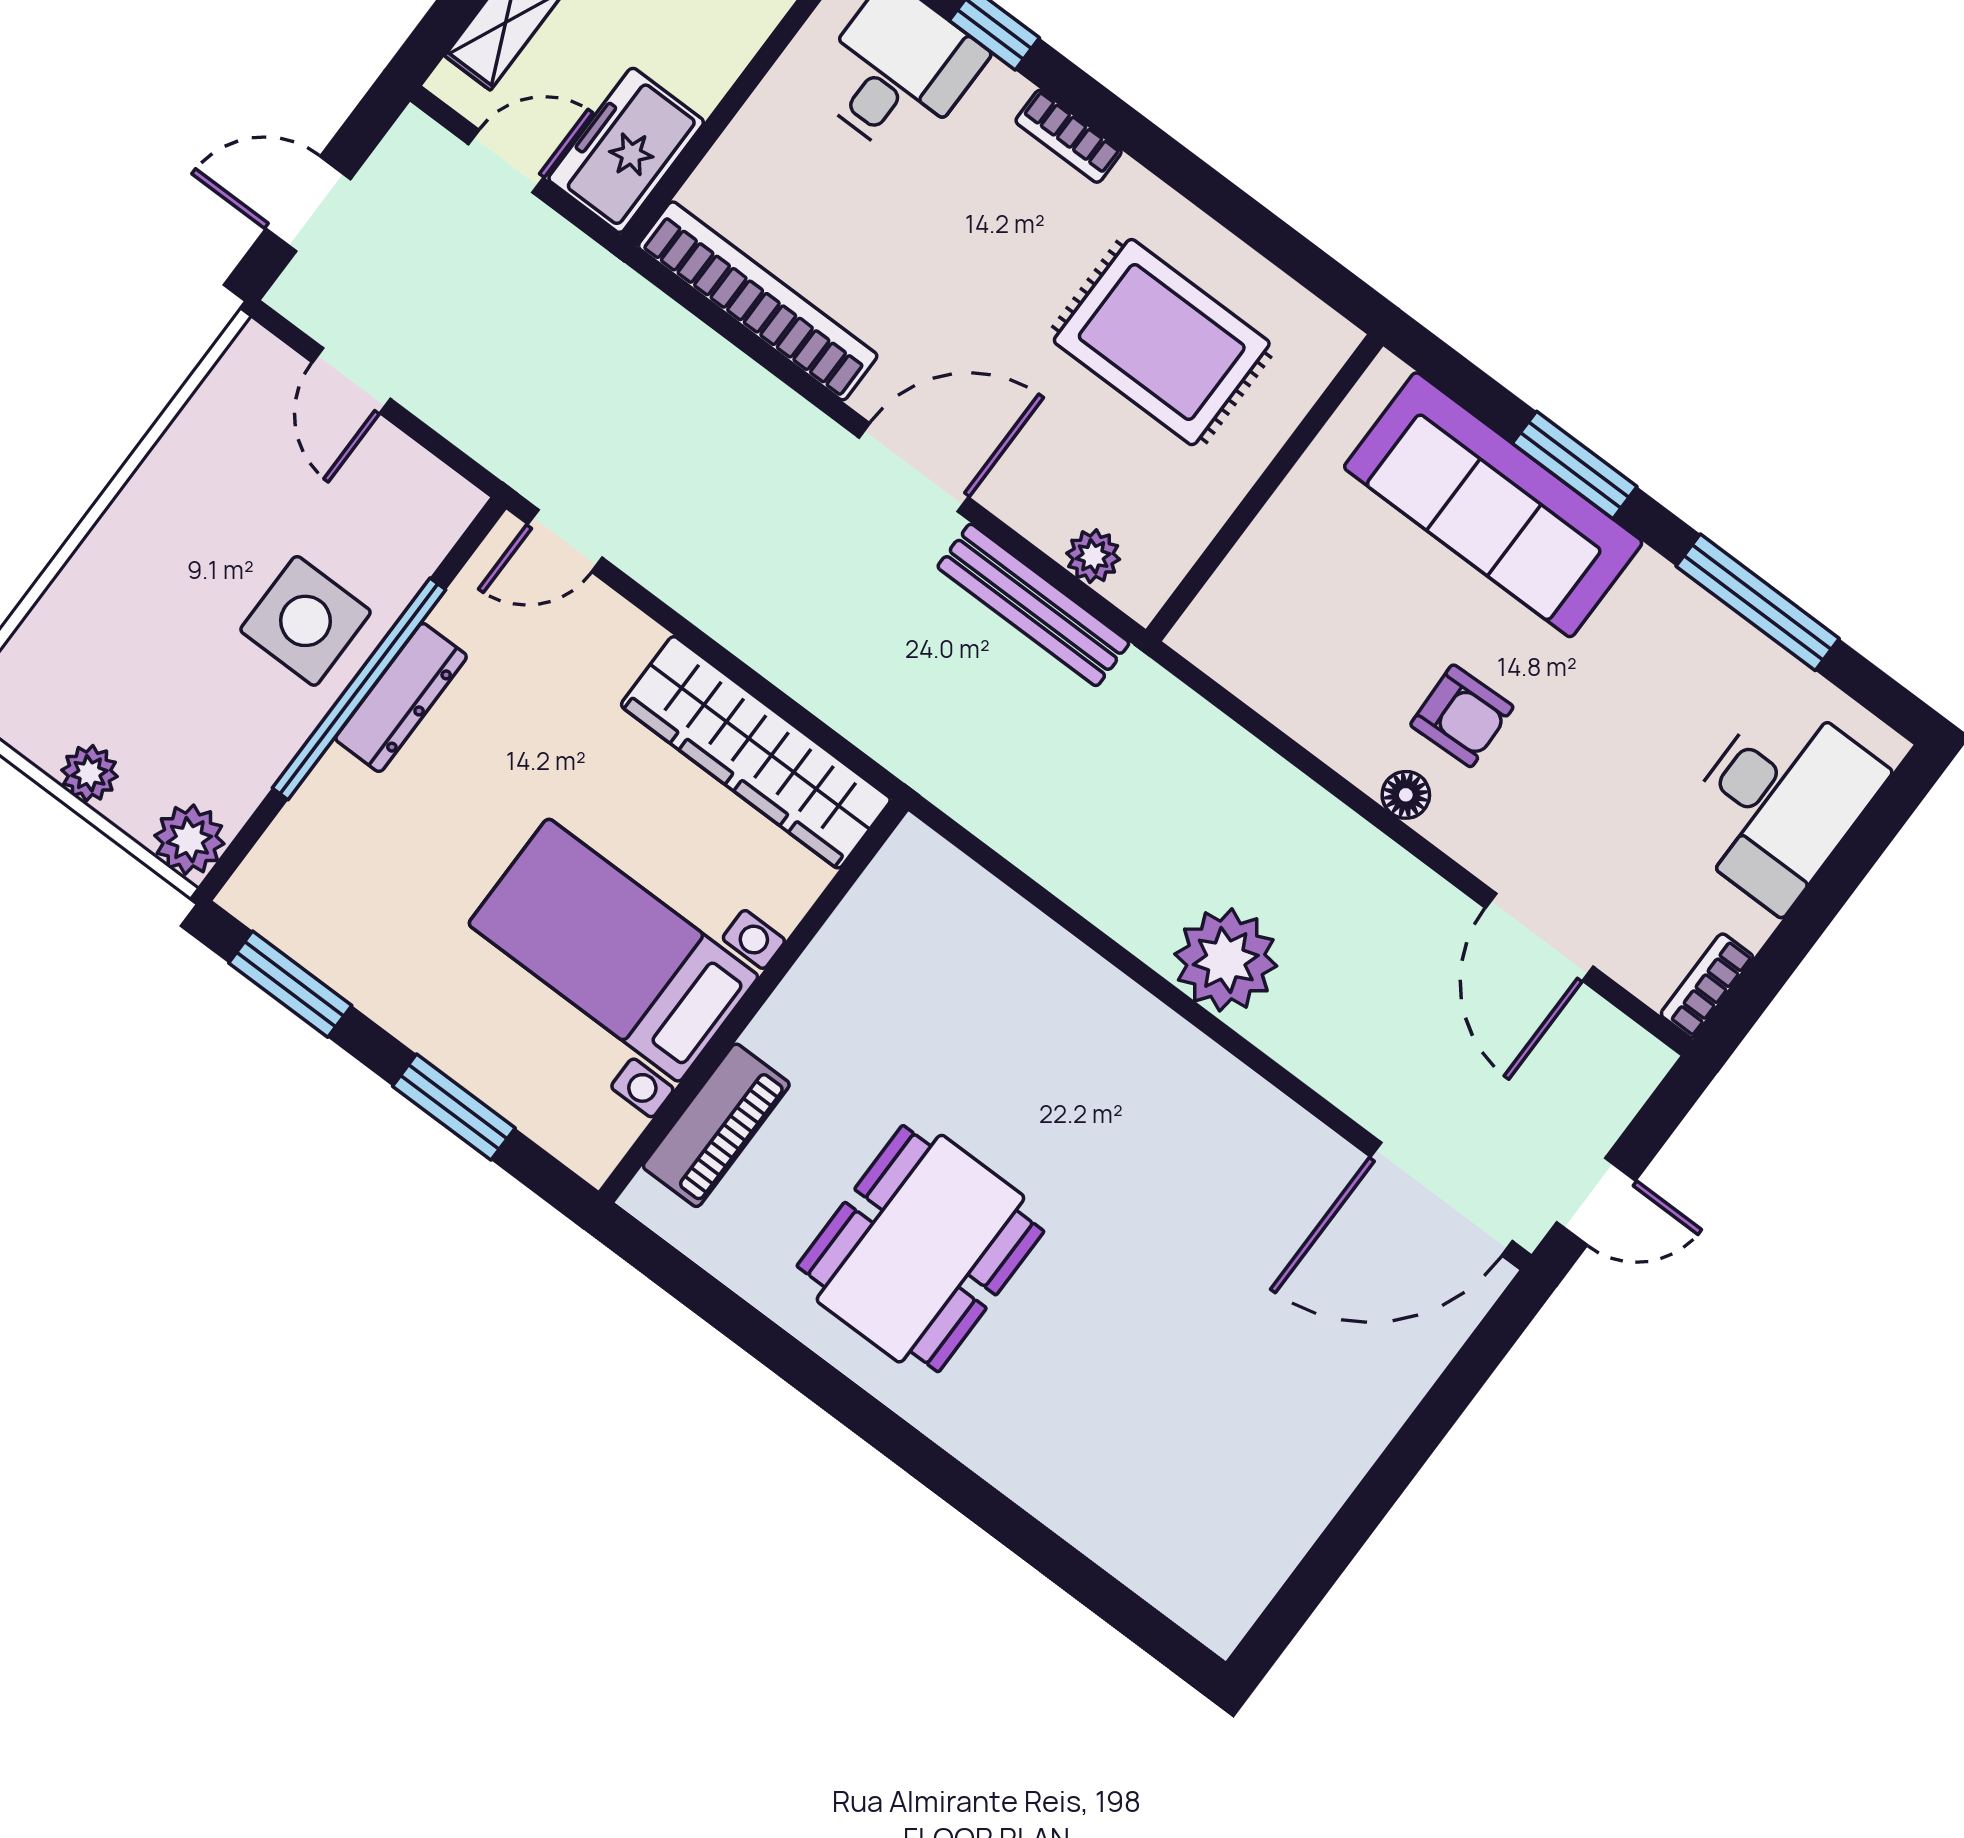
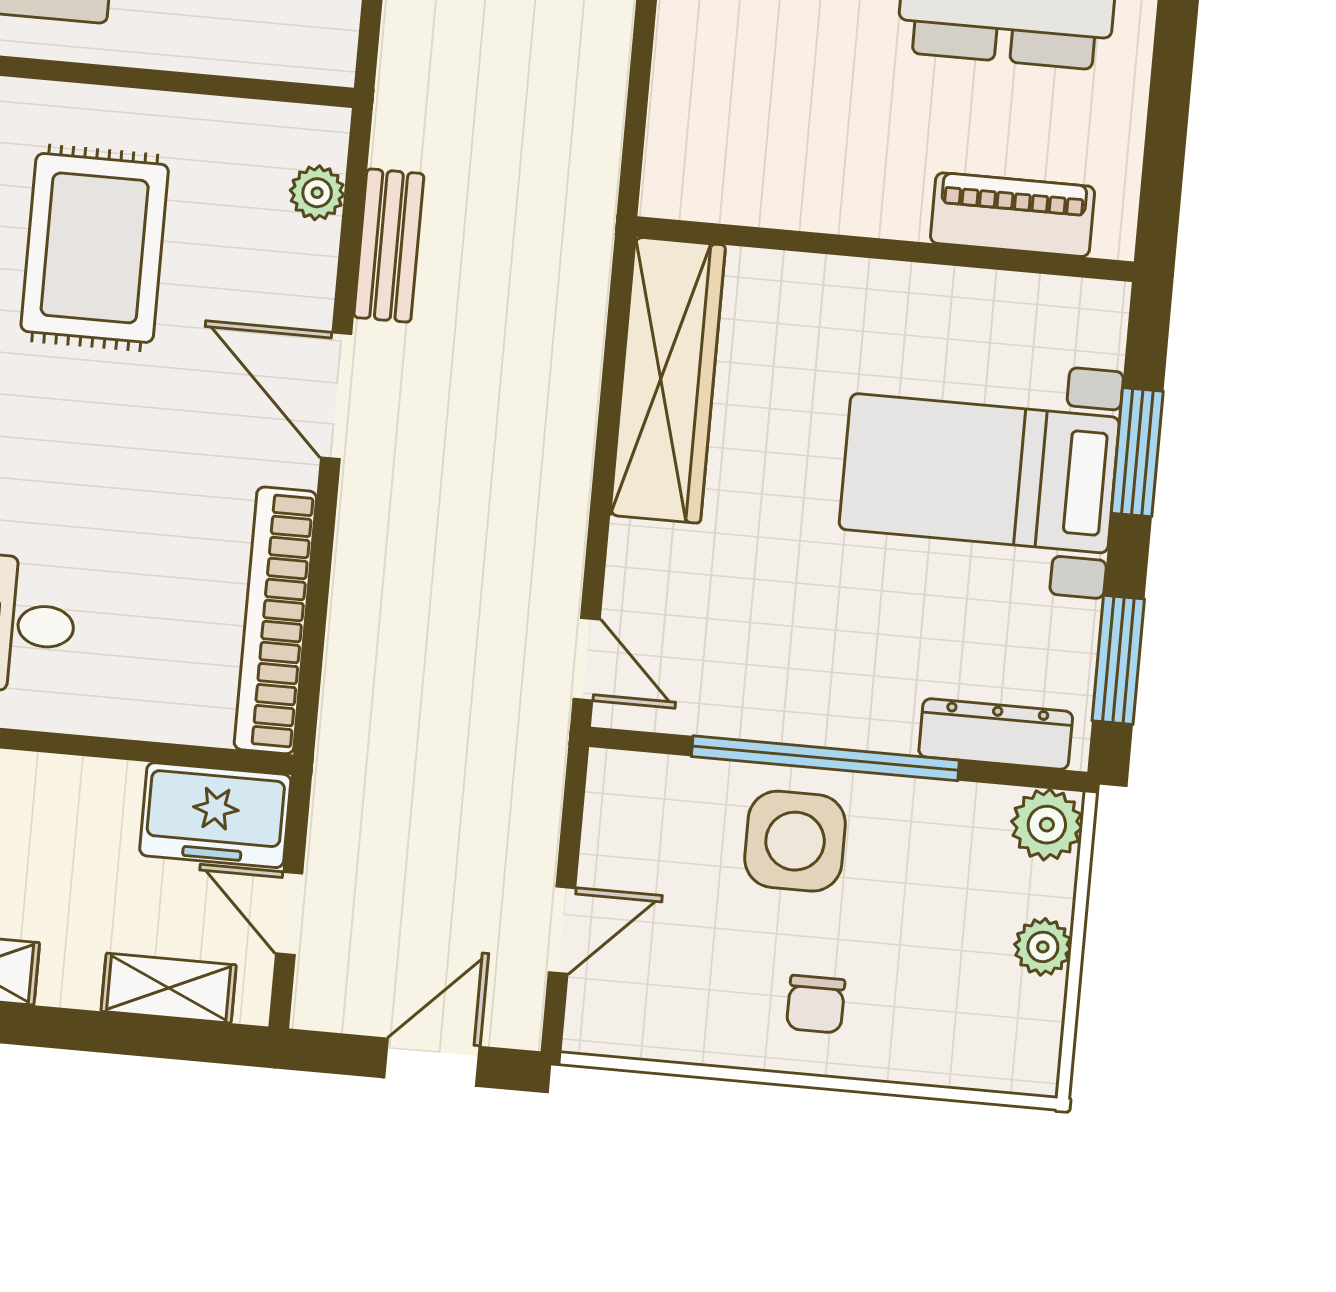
door: (308, 204) -> (432, 1062), swing flipped
chair: (159, 554) -> (816, 1004), added
bench: (1033, 605) -> (389, 246), width x0.73
dresser: (401, 698) -> (996, 734), moved
bed with nightstands: (613, 950) -> (979, 473), moved, turned 90

